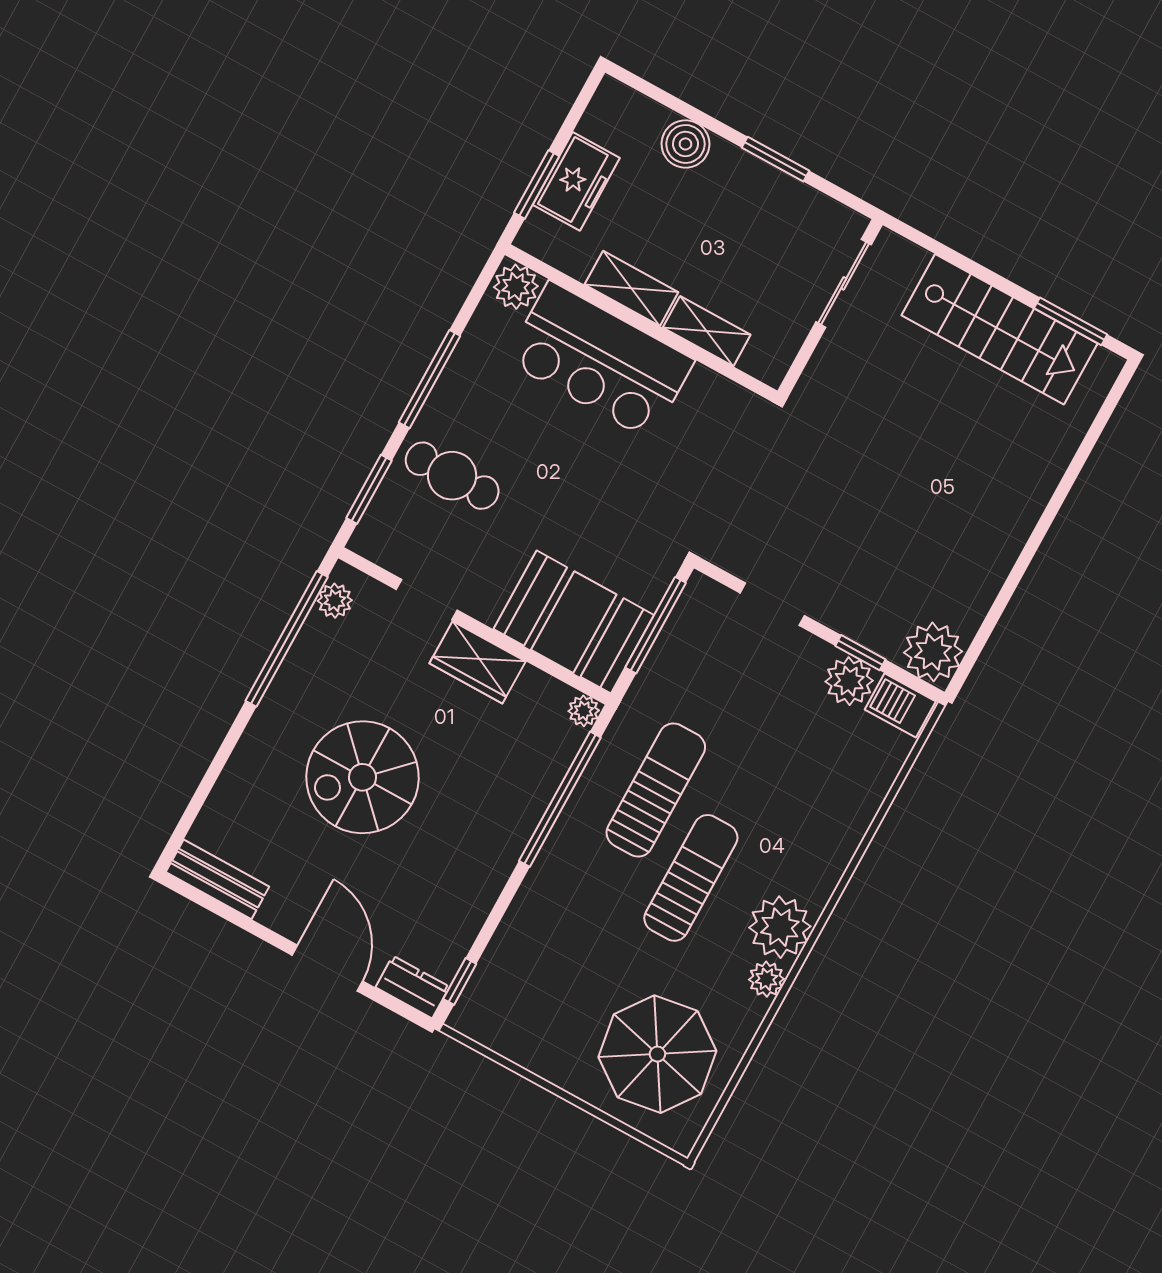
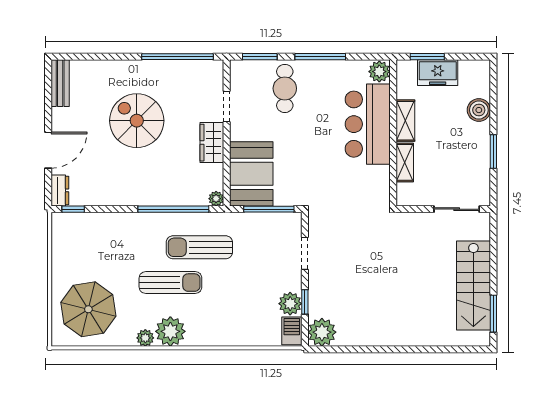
plant: (335, 601) -> (205, 68), removed
sun lounger: (656, 790) -> (199, 247), turned 180

